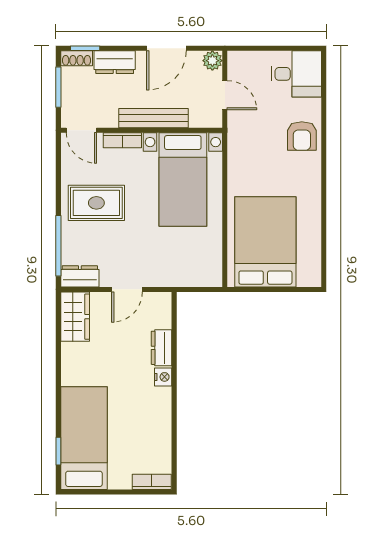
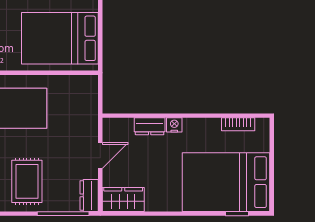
door: (127, 289) -> (100, 156), hinge flipped
bed: (84, 438) -> (226, 182), width x1.50
bookcase: (152, 482) -> (238, 124), moved, turned -90

